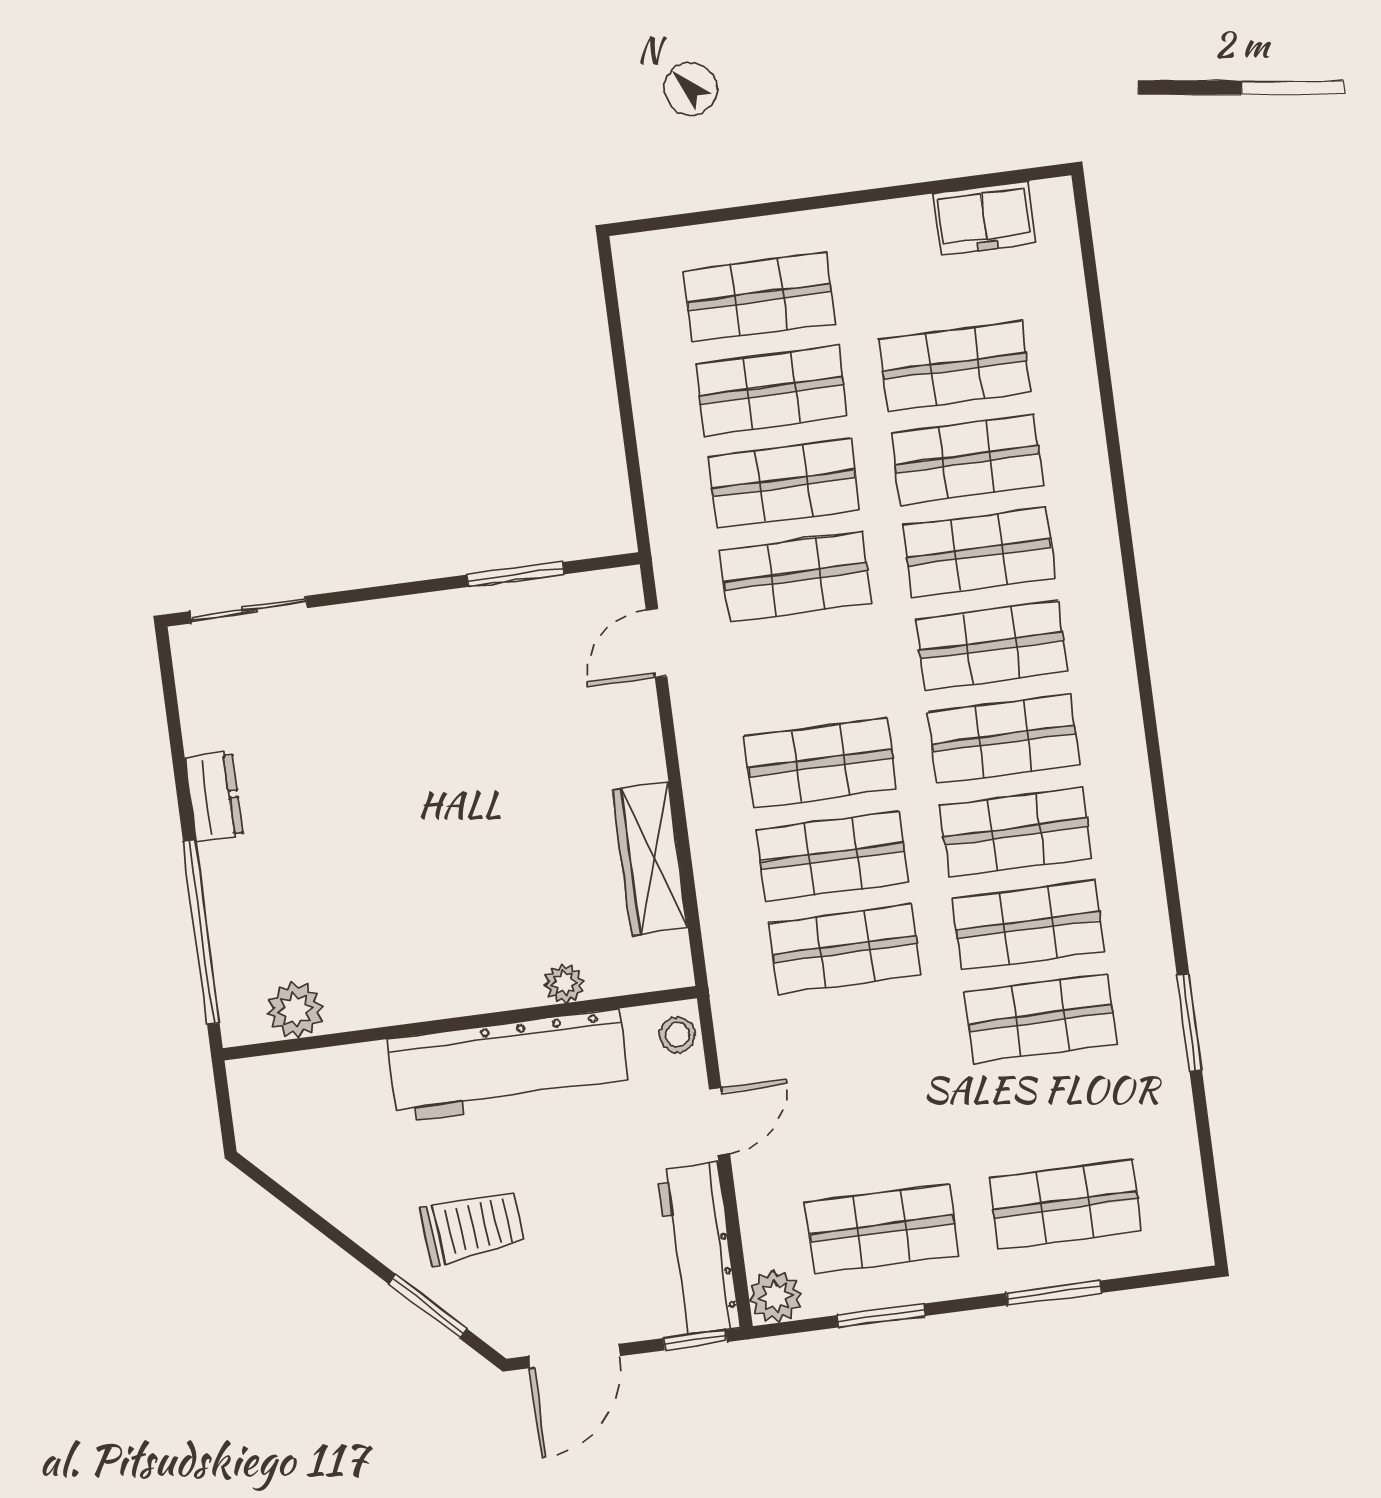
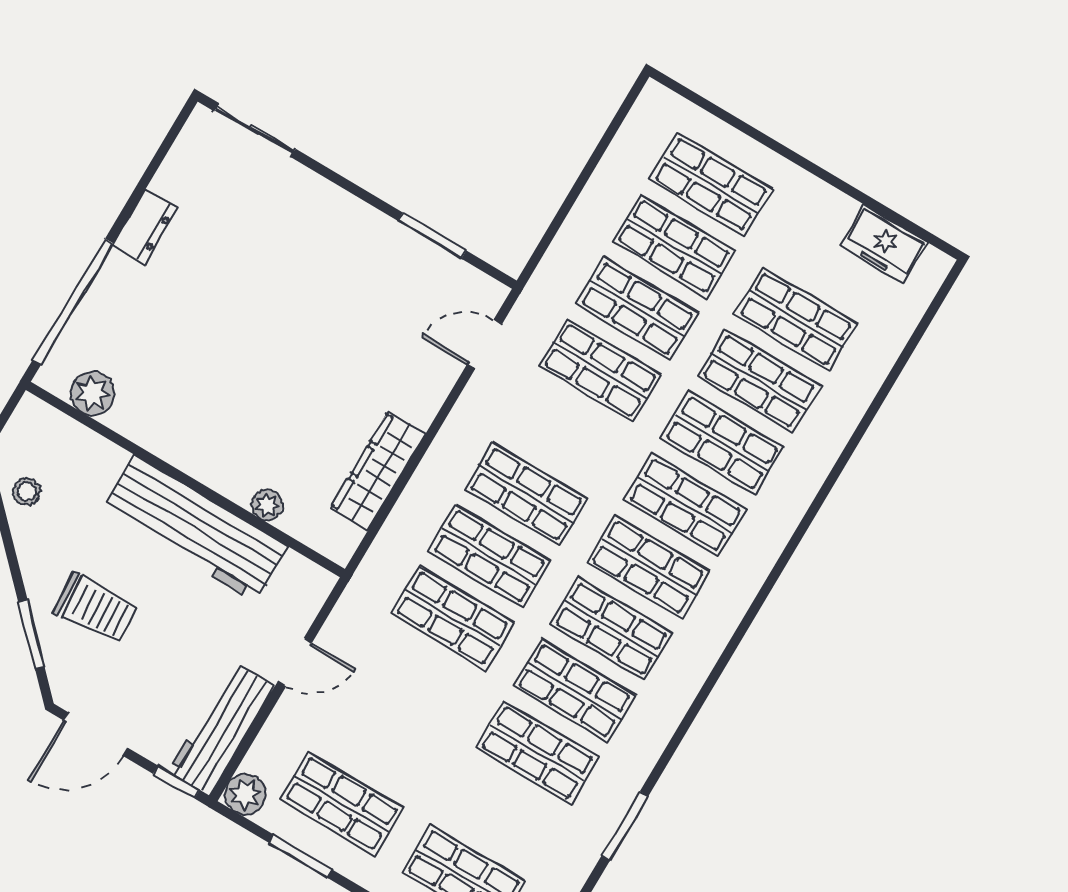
stool: (677, 1035) -> (27, 492), moved

